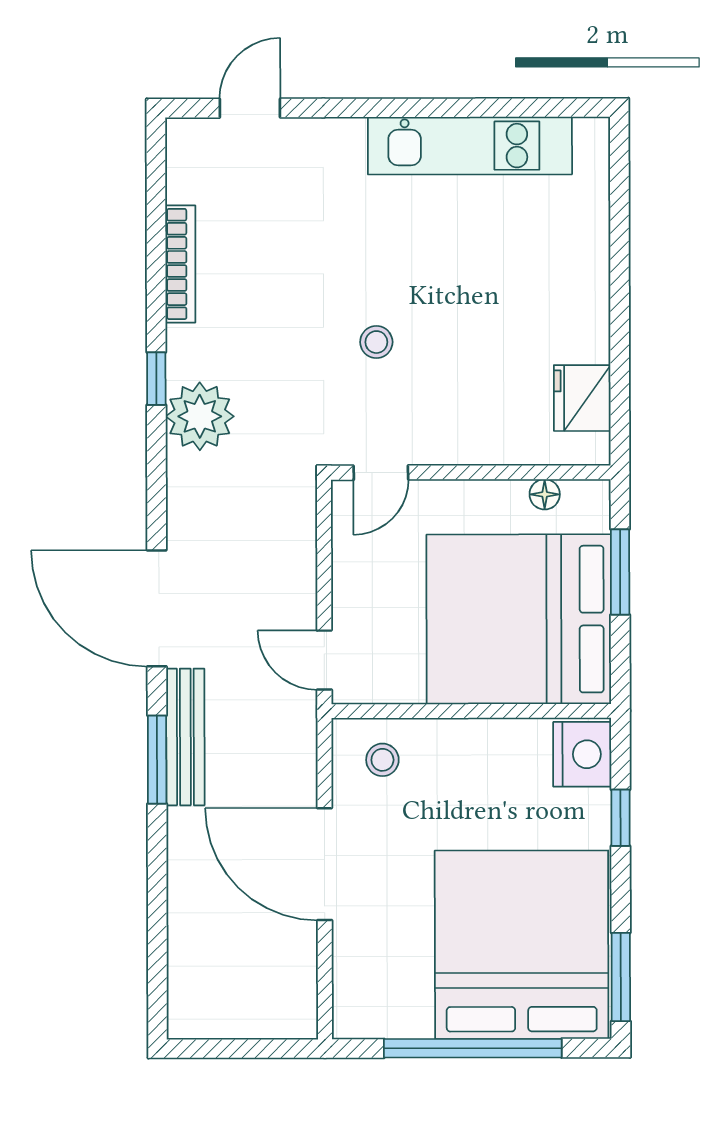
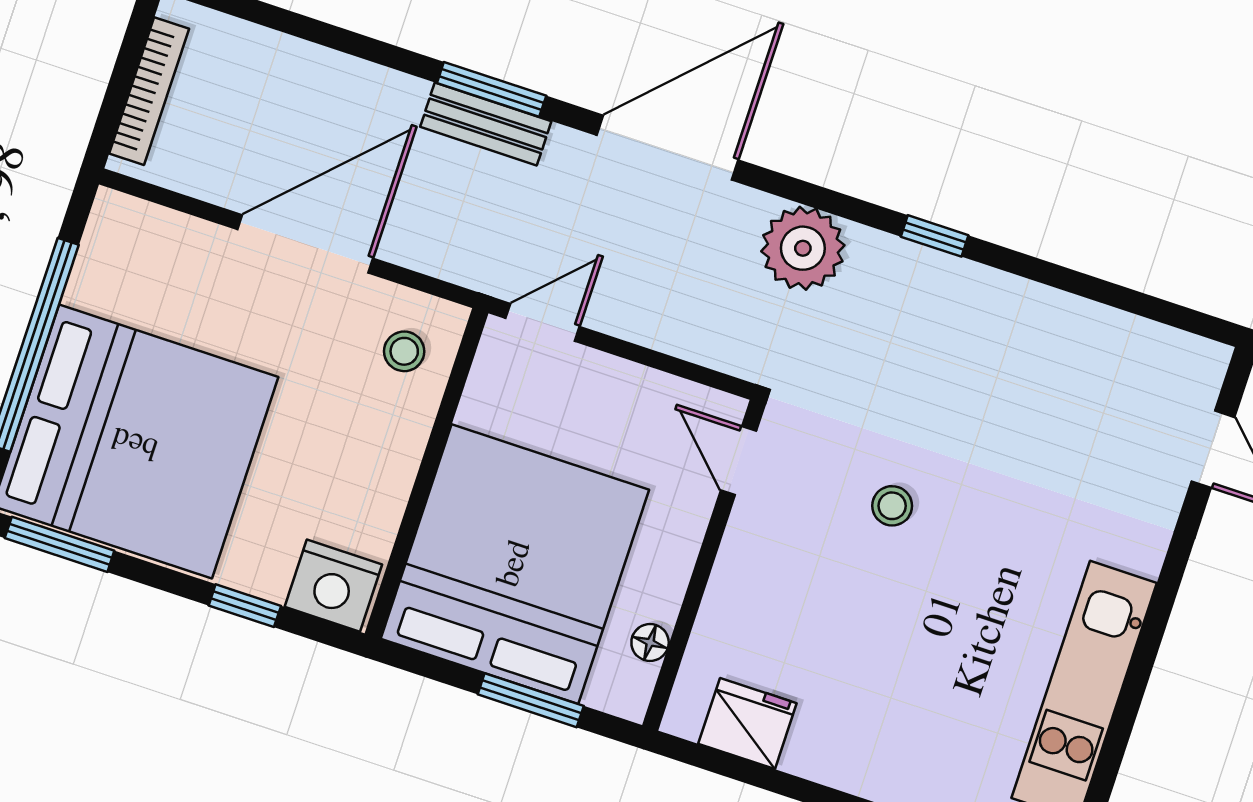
bookcase: (180, 264) -> (149, 91), moved, turned -90
plant: (200, 416) -> (803, 248), moved
bench: (185, 737) -> (486, 124), width x0.73

